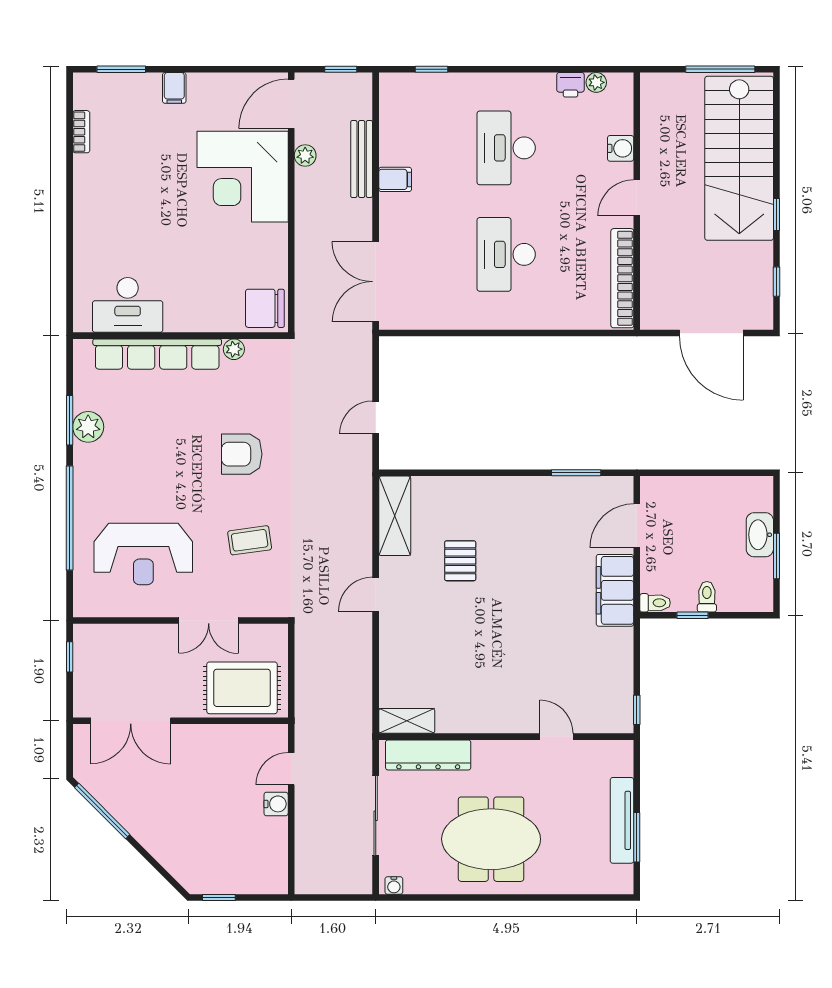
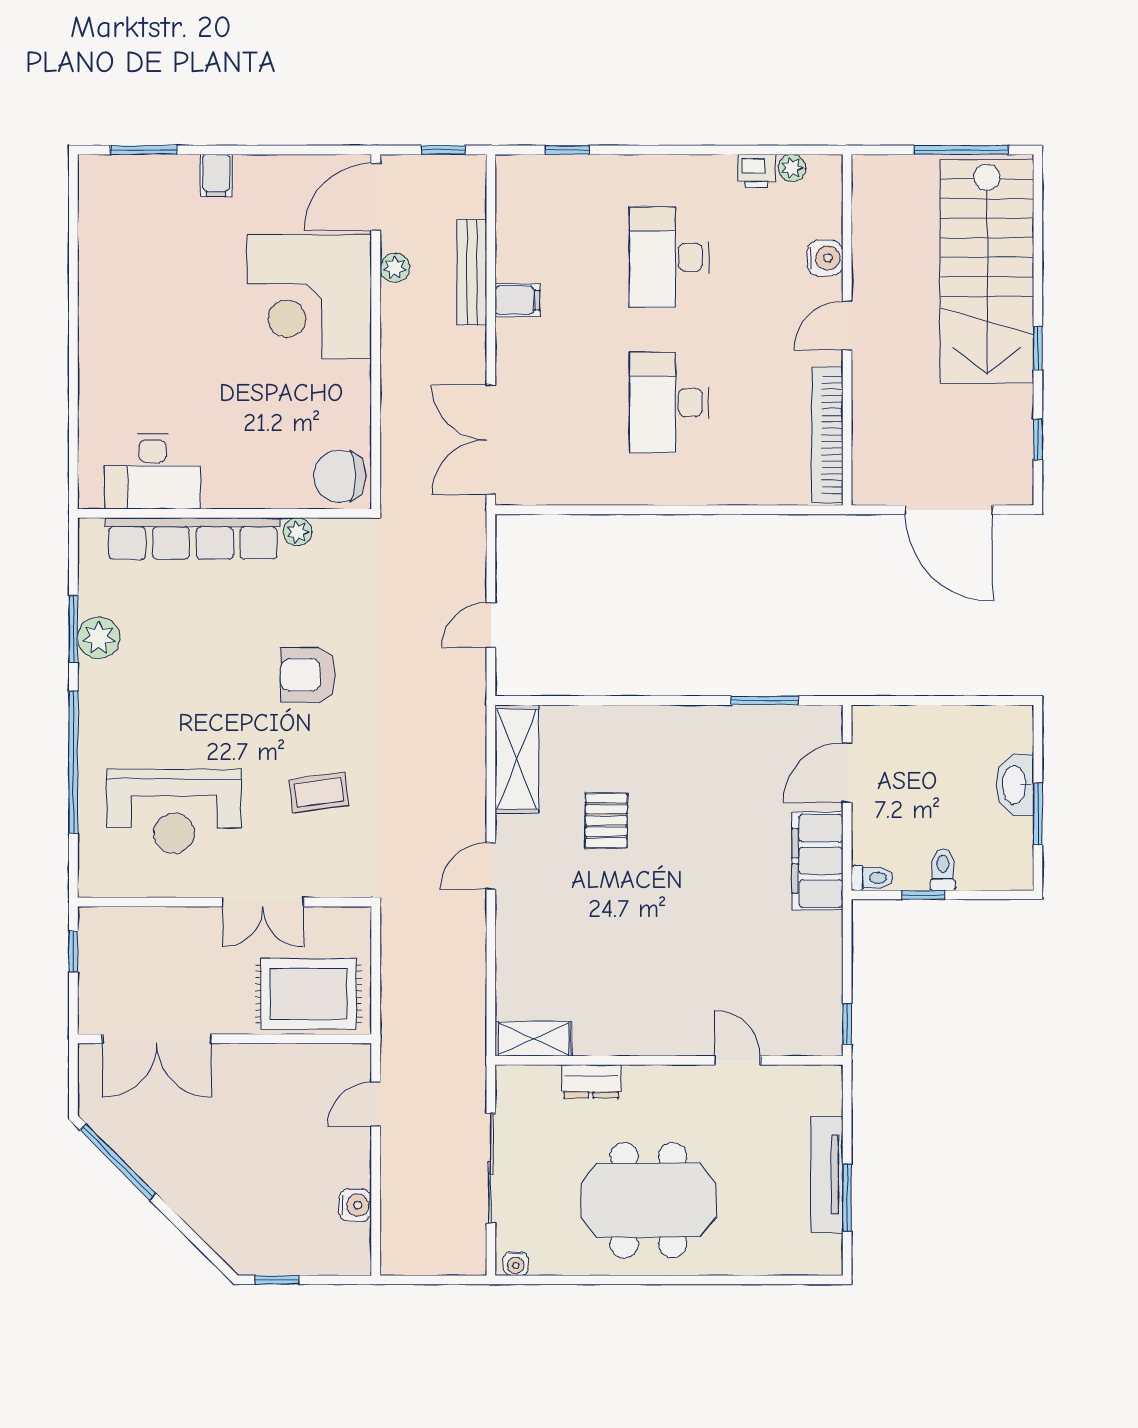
bookcase: (81, 132) -> (89, 235), removed
dresser: (428, 755) -> (591, 1081), width x0.51, depth x0.80
water cooler: (276, 804) -> (355, 1205), moved

